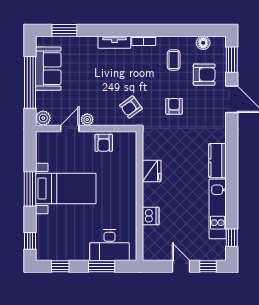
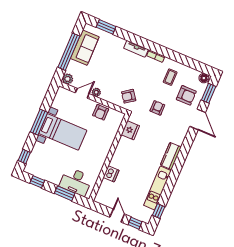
floor lamp: (203, 43) -> (204, 78), moved
fridge: (152, 171) -> (130, 130), moved

